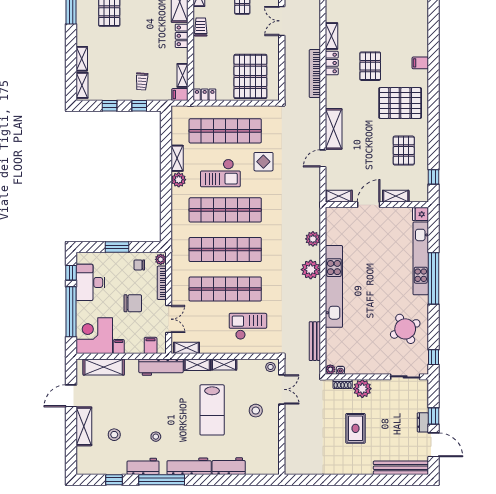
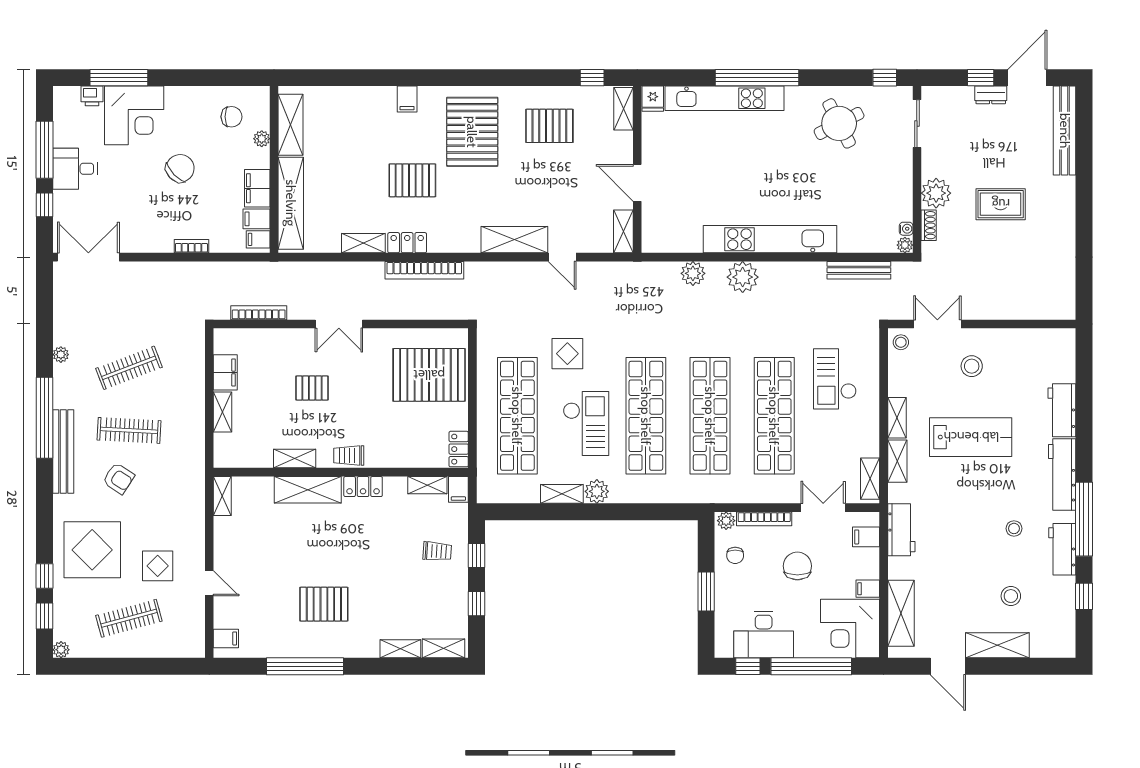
shelving: (396, 196) -> (623, 109), moved
workbench: (161, 367) -> (901, 530), width x0.73

